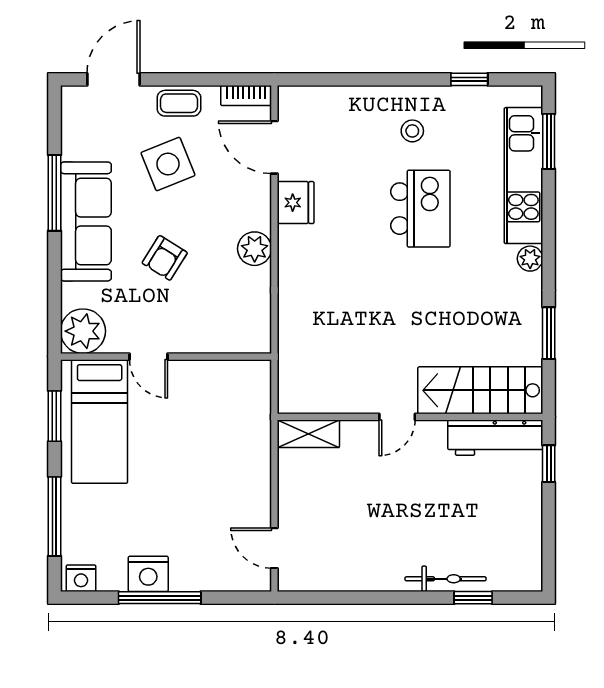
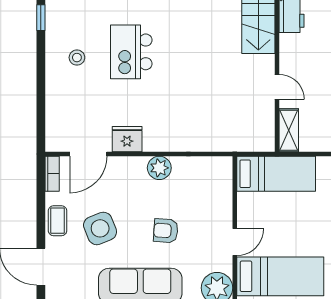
kitchen island: (420, 209) -> (131, 52), turned -90
armchair: (165, 258) -> (166, 231), turned 152
bed: (246, 416) -> (276, 174), added
door: (397, 417) -> (277, 87), moved

